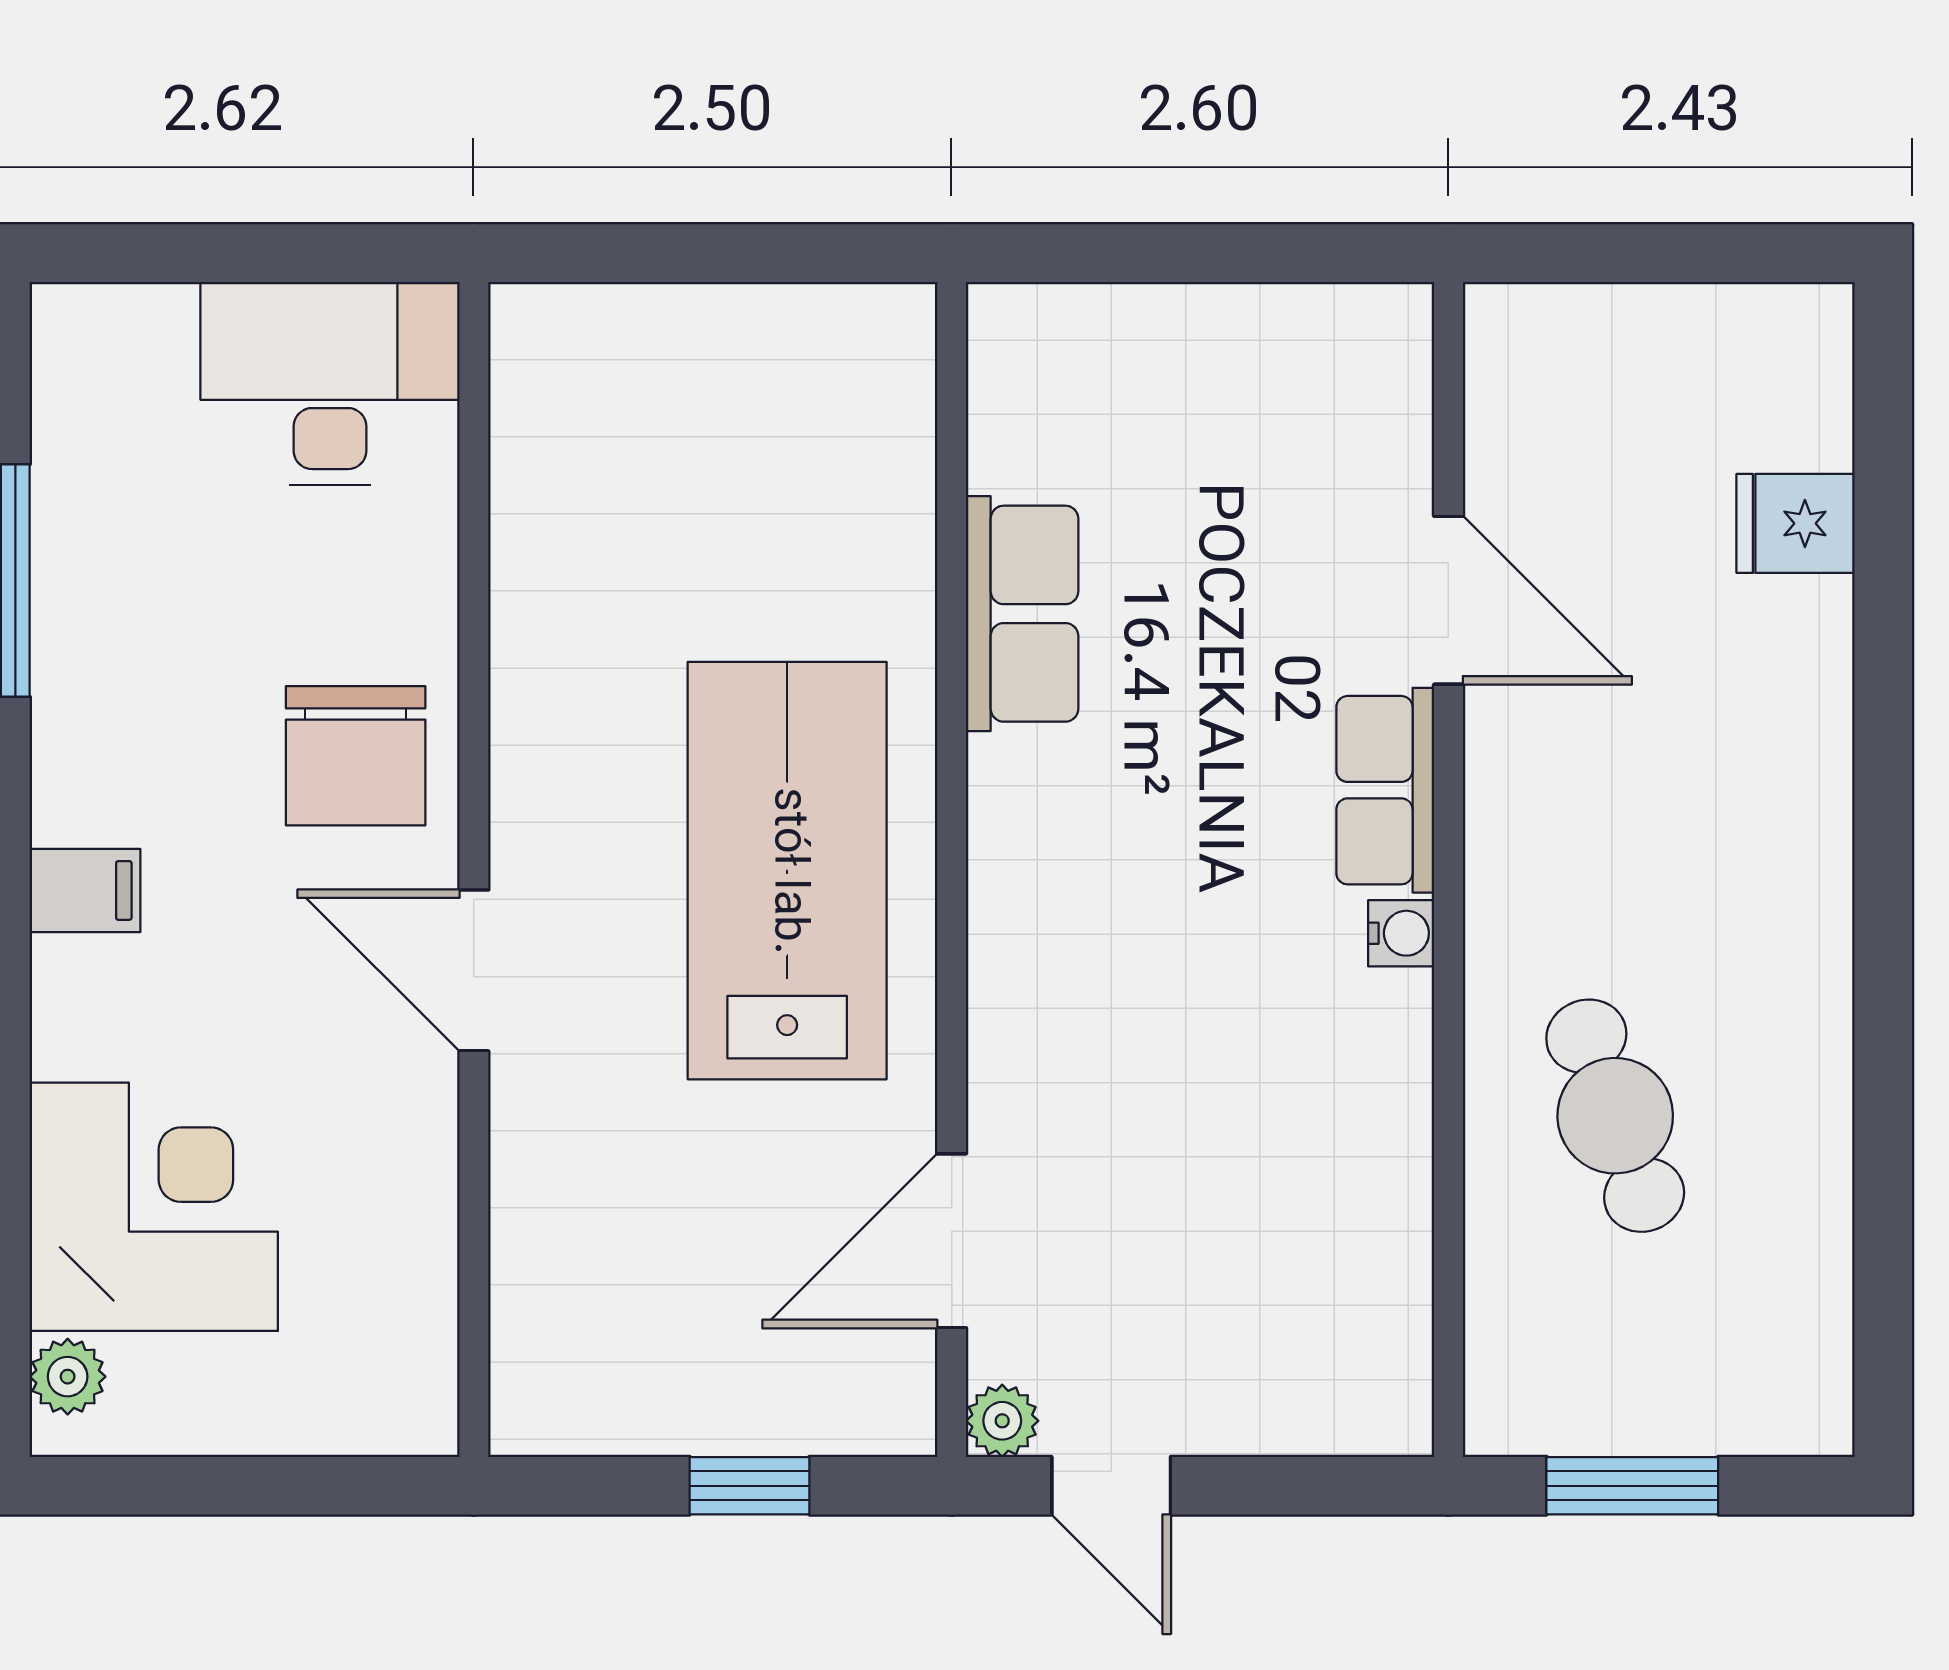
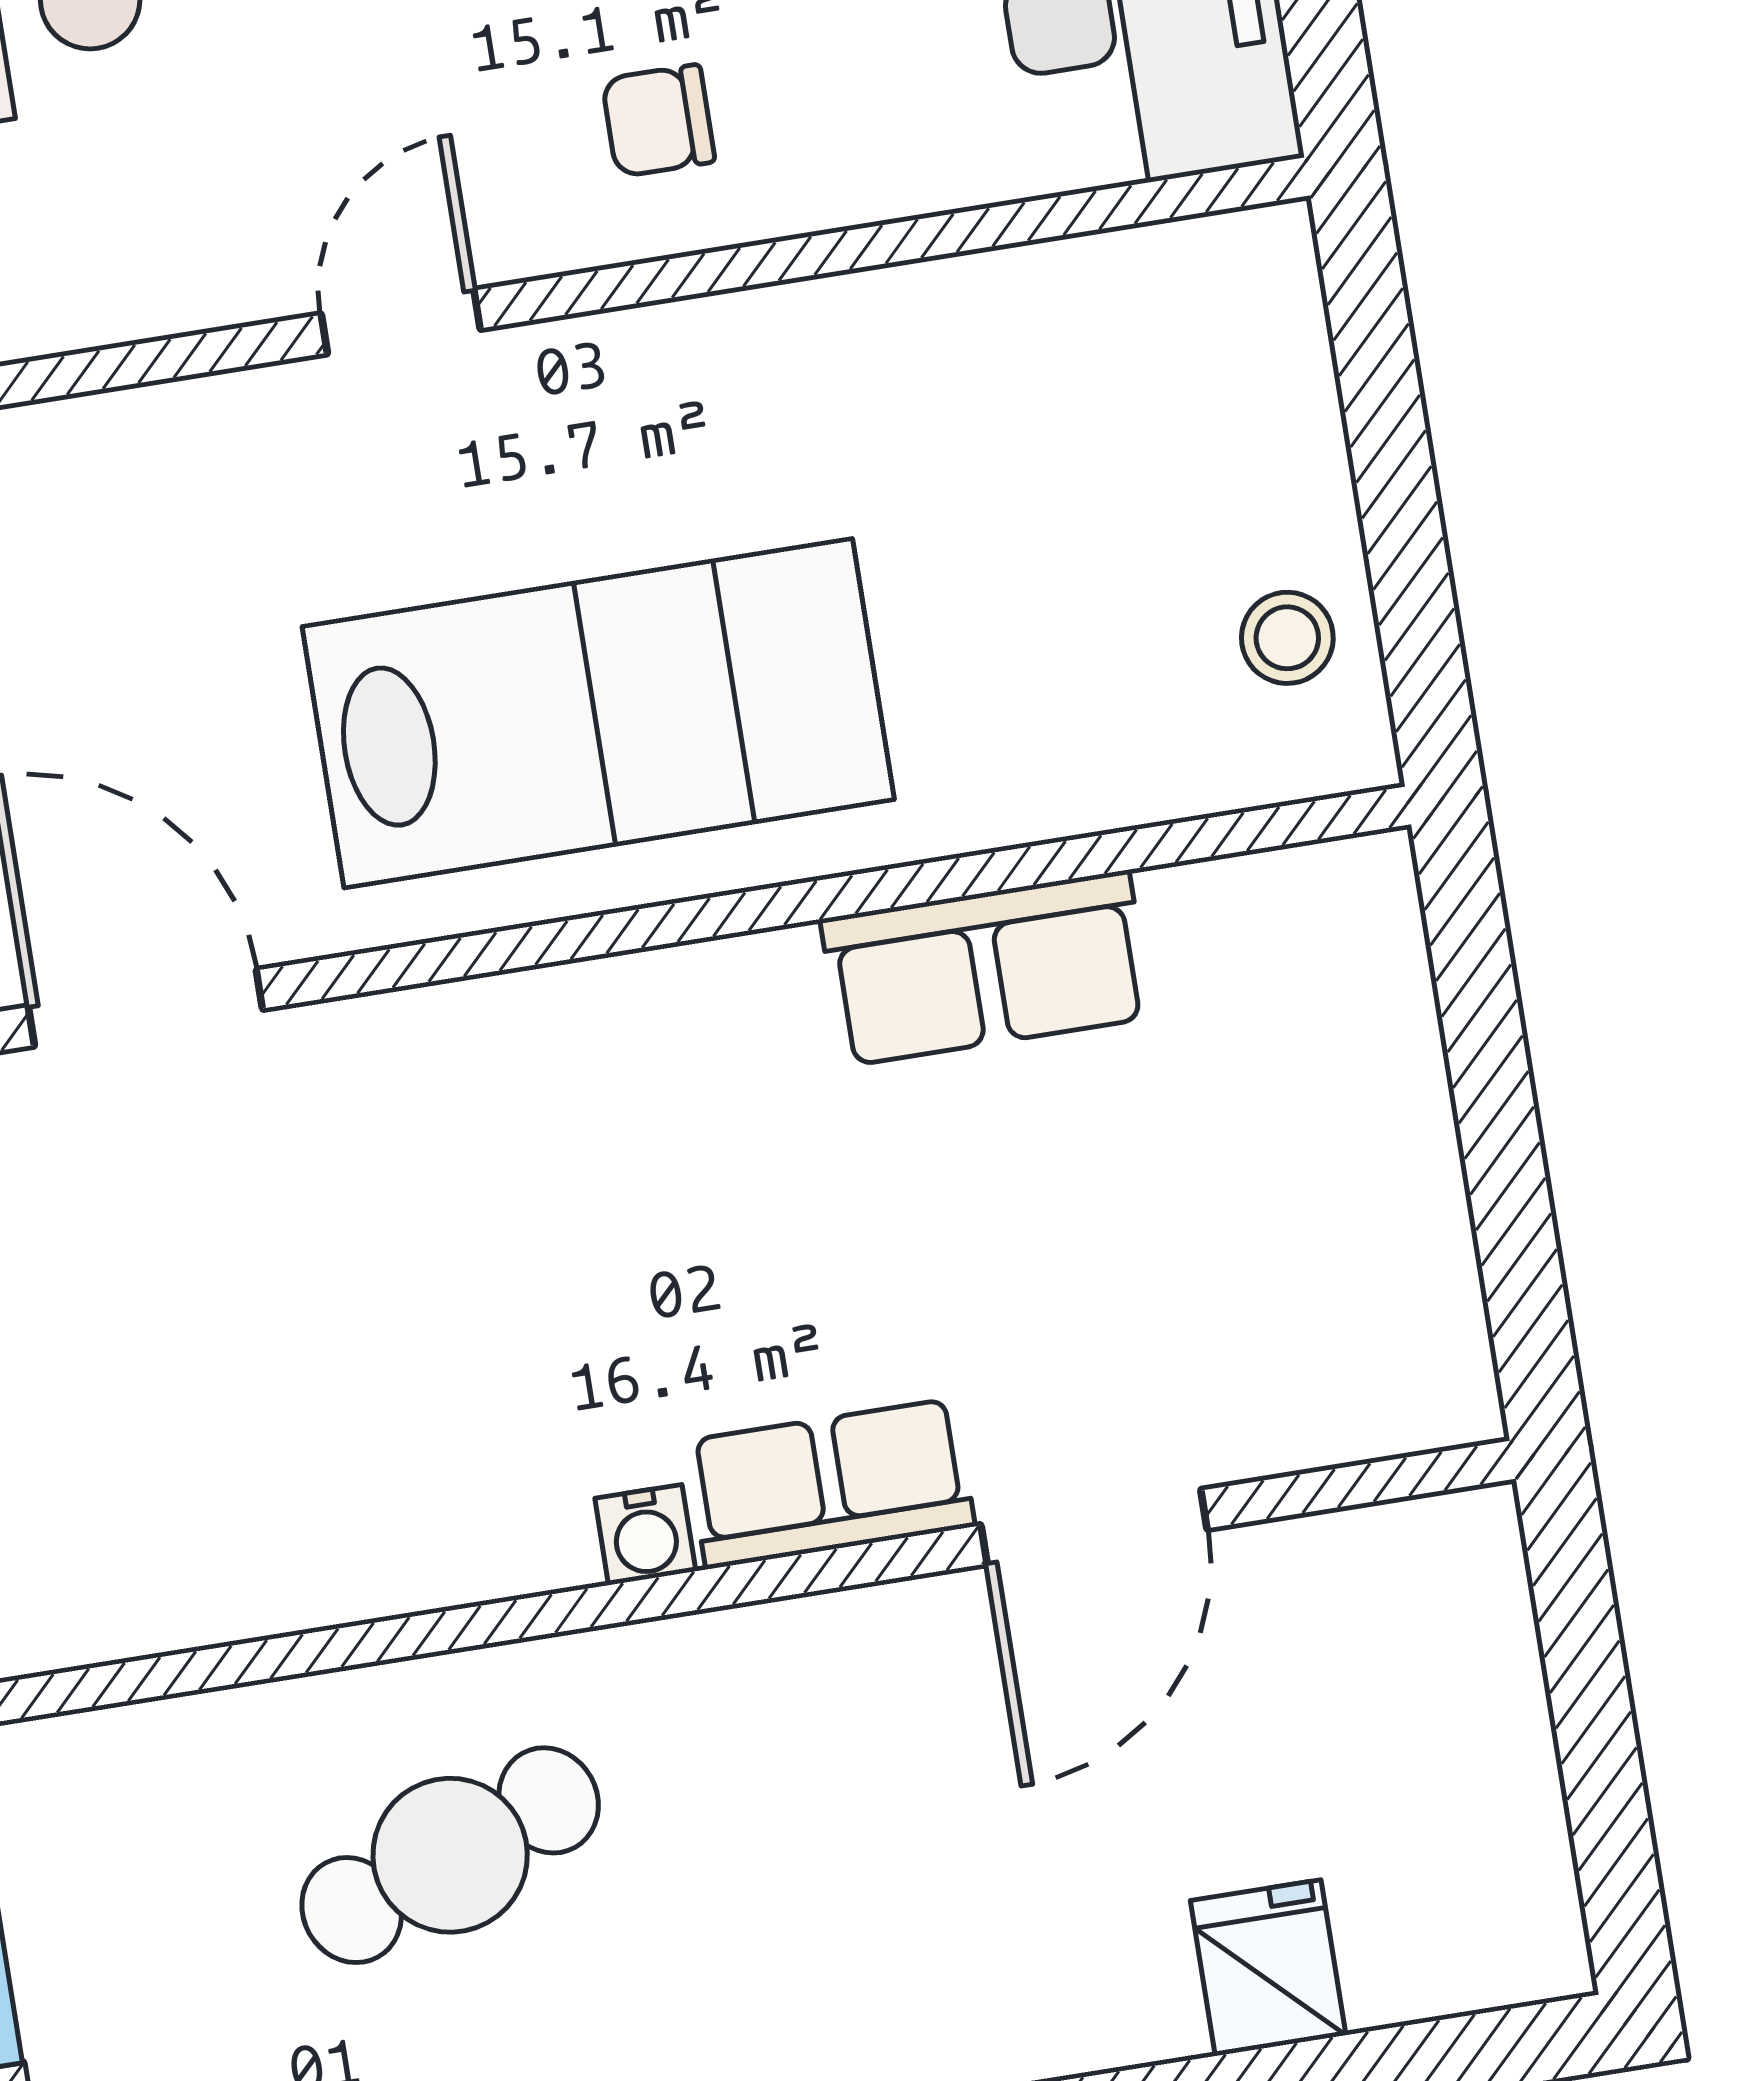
stool: (813, 351) -> (1287, 638), added
chair: (356, 756) -> (658, 121), width x0.54, depth x0.54
door: (474, 970) -> (401, 322), width x0.73

